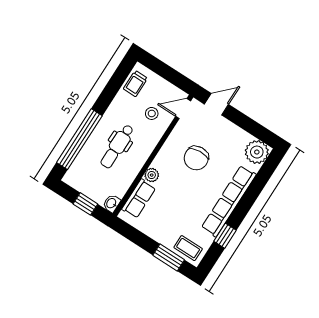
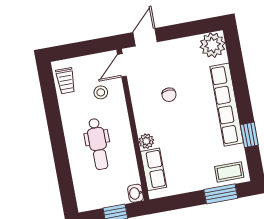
window: (79, 139) -> (63, 166), removed
chair: (196, 158) -> (169, 95), width x0.54, depth x0.54

